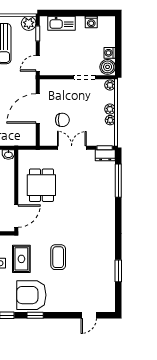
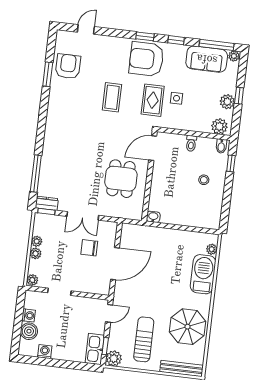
kitchen sink: (62, 23) -> (95, 349), moved, turned -90
boiler: (108, 67) -> (29, 331), moved
armchair: (101, 280) -> (68, 66), added
armchair: (31, 295) -> (146, 59), turned 180

